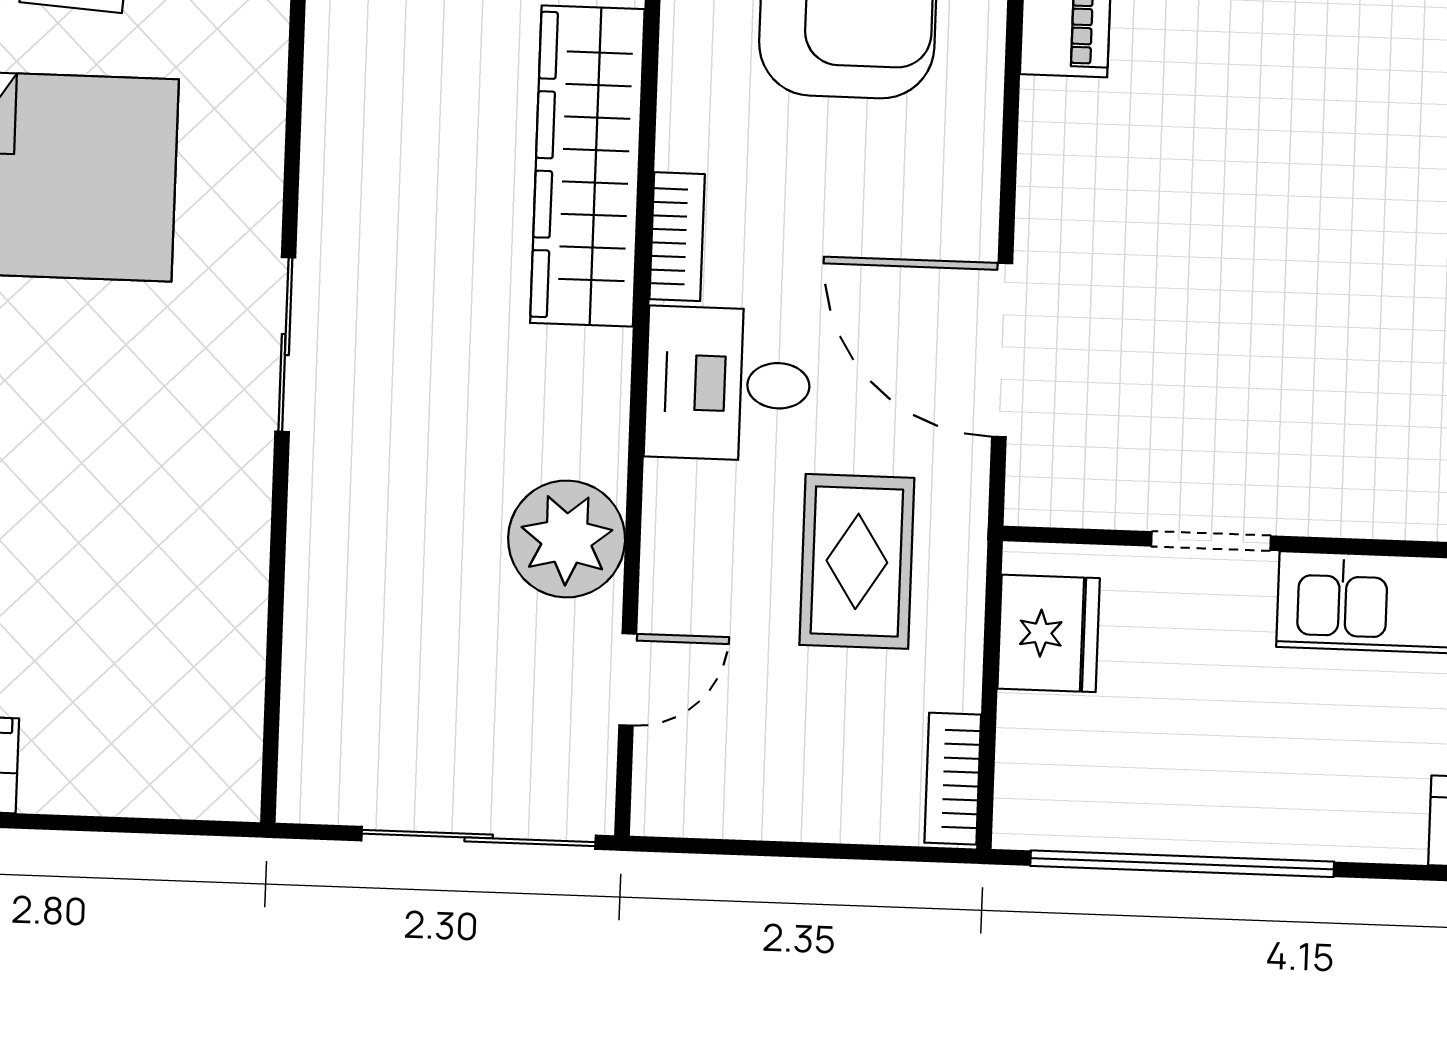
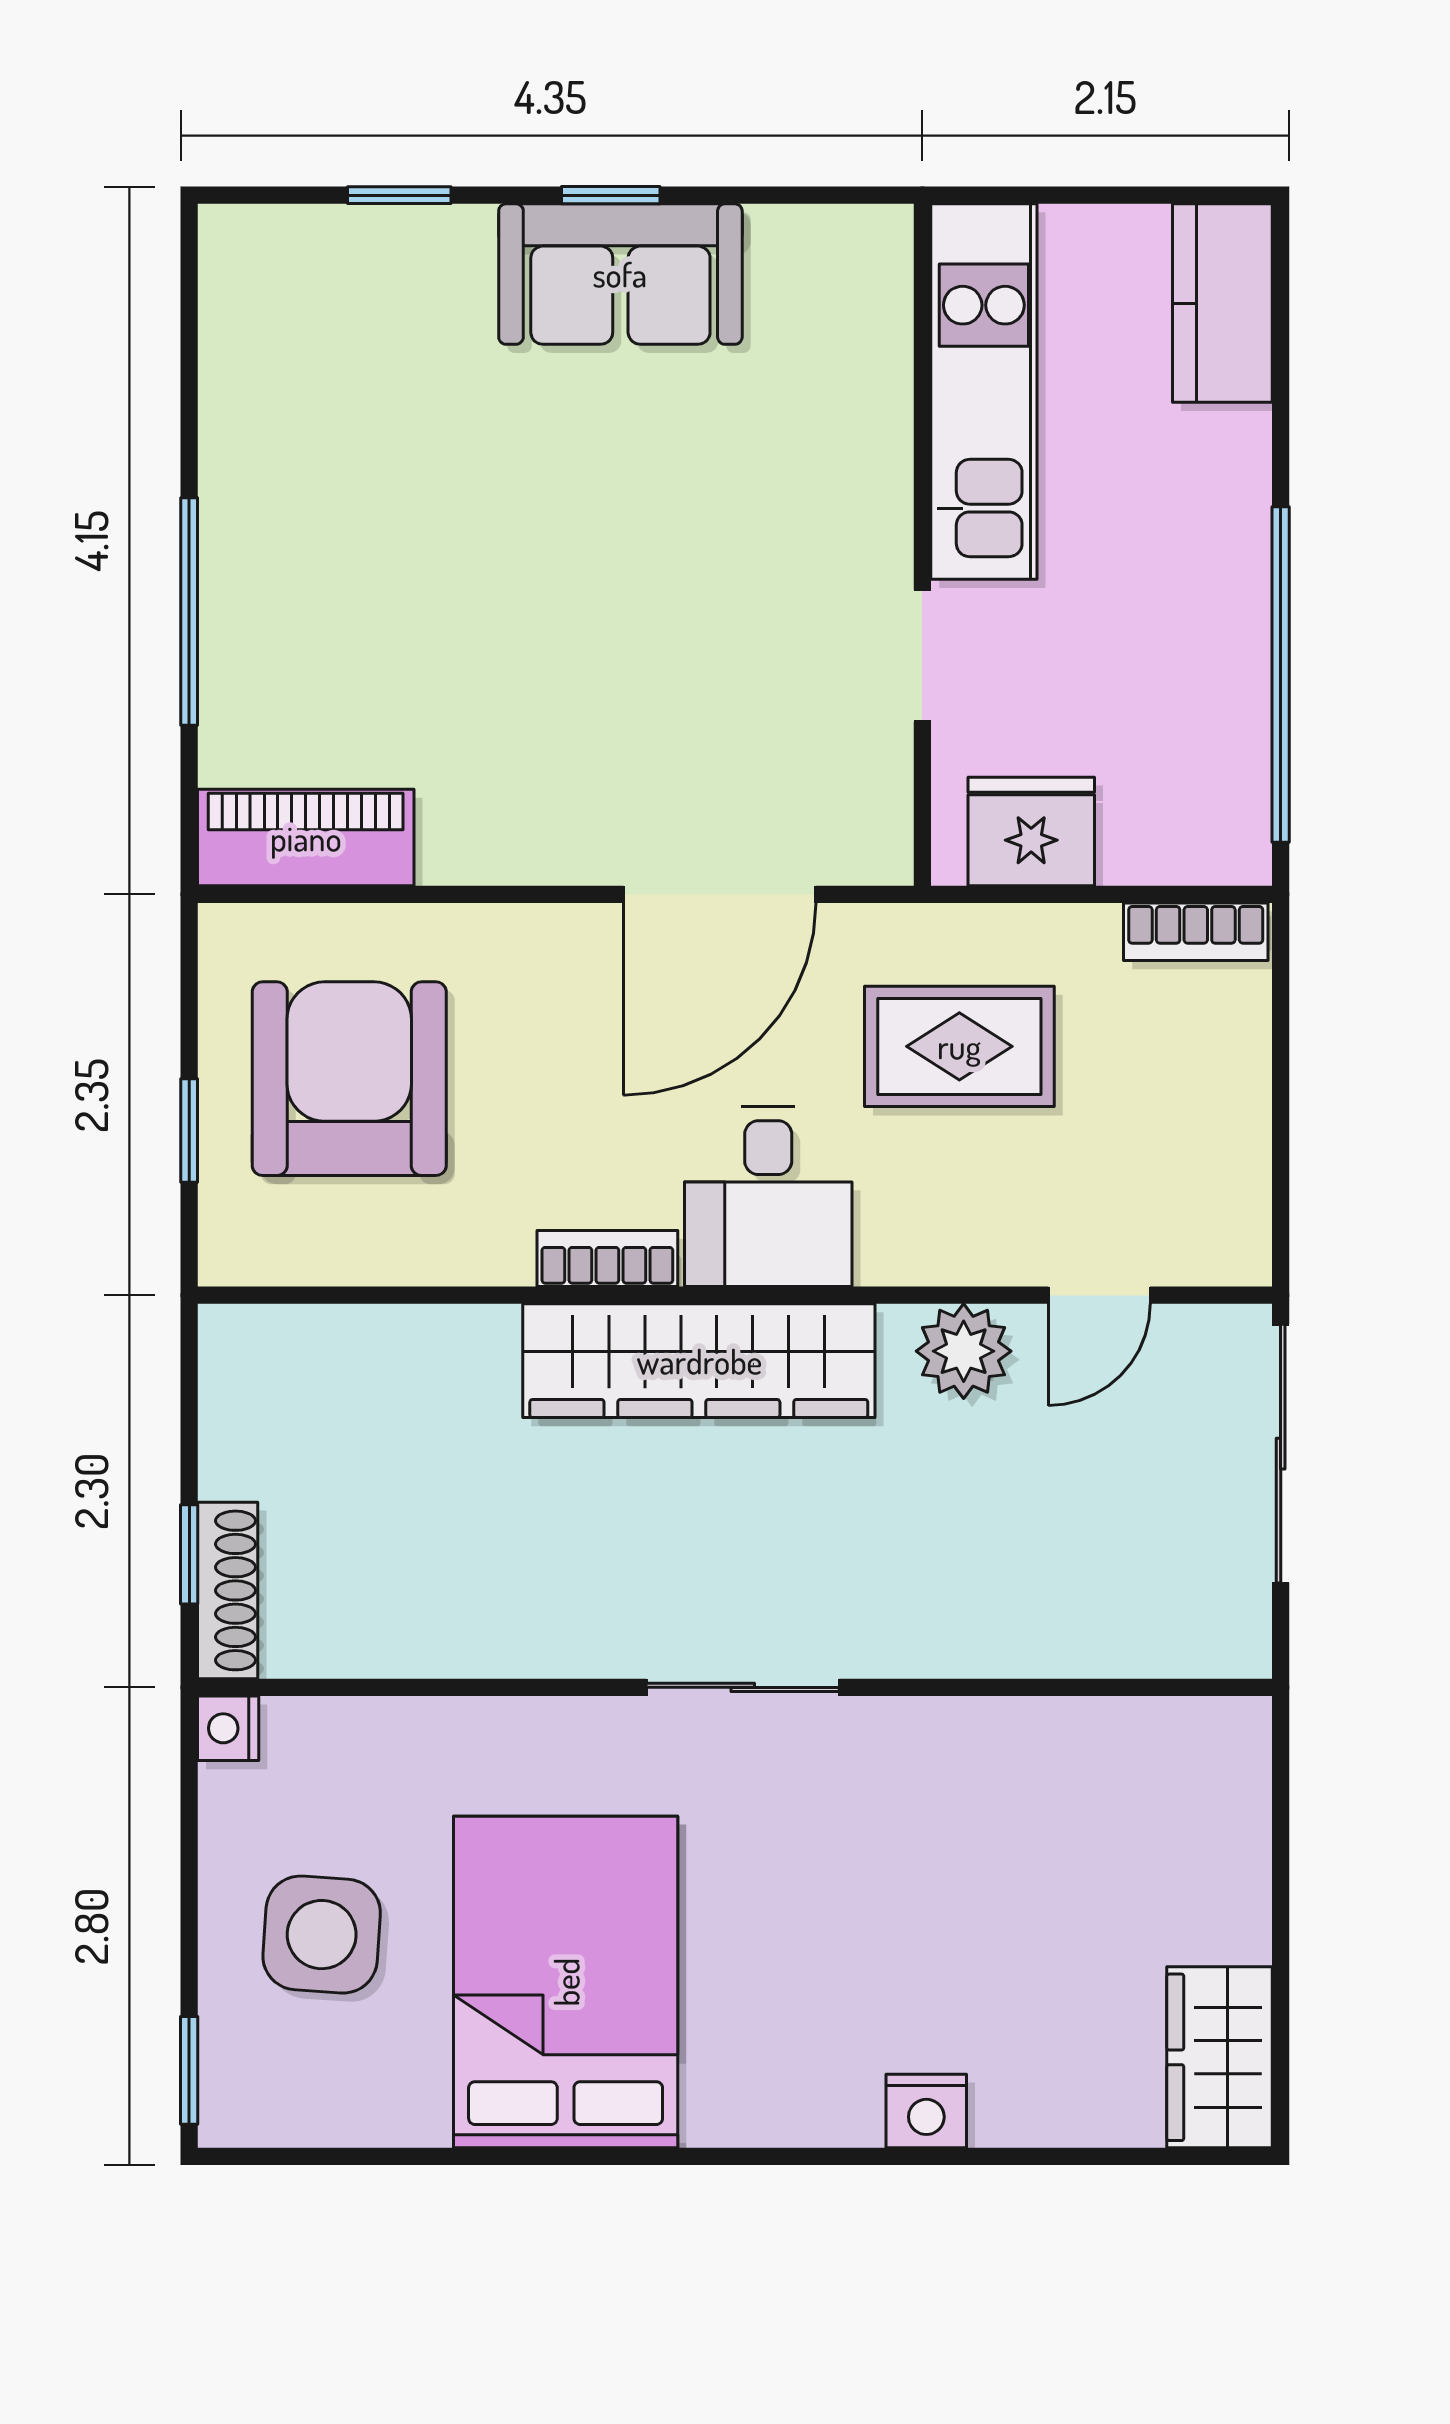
wardrobe: (587, 166) -> (699, 1361), moved
plant: (567, 539) -> (964, 1351), width x0.73, depth x0.73
door: (628, 679) -> (1099, 1295), swing flipped

